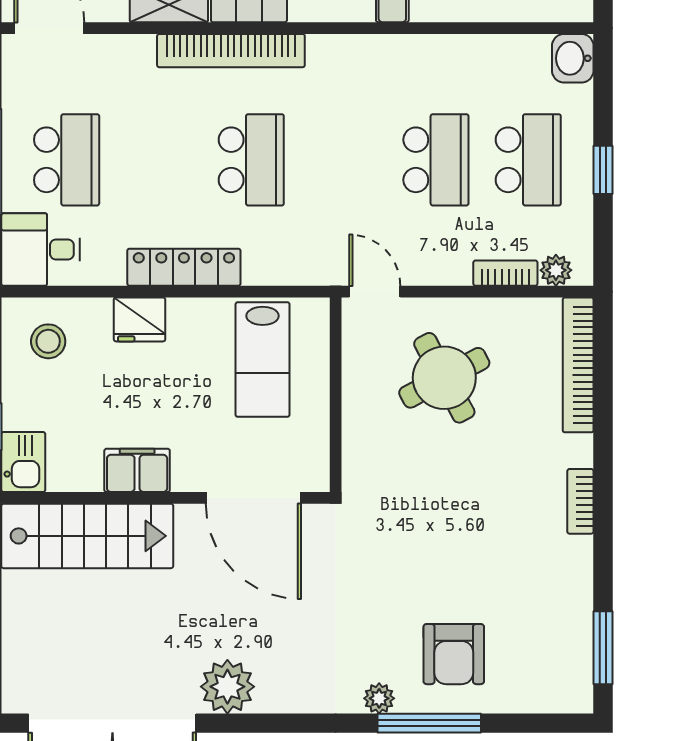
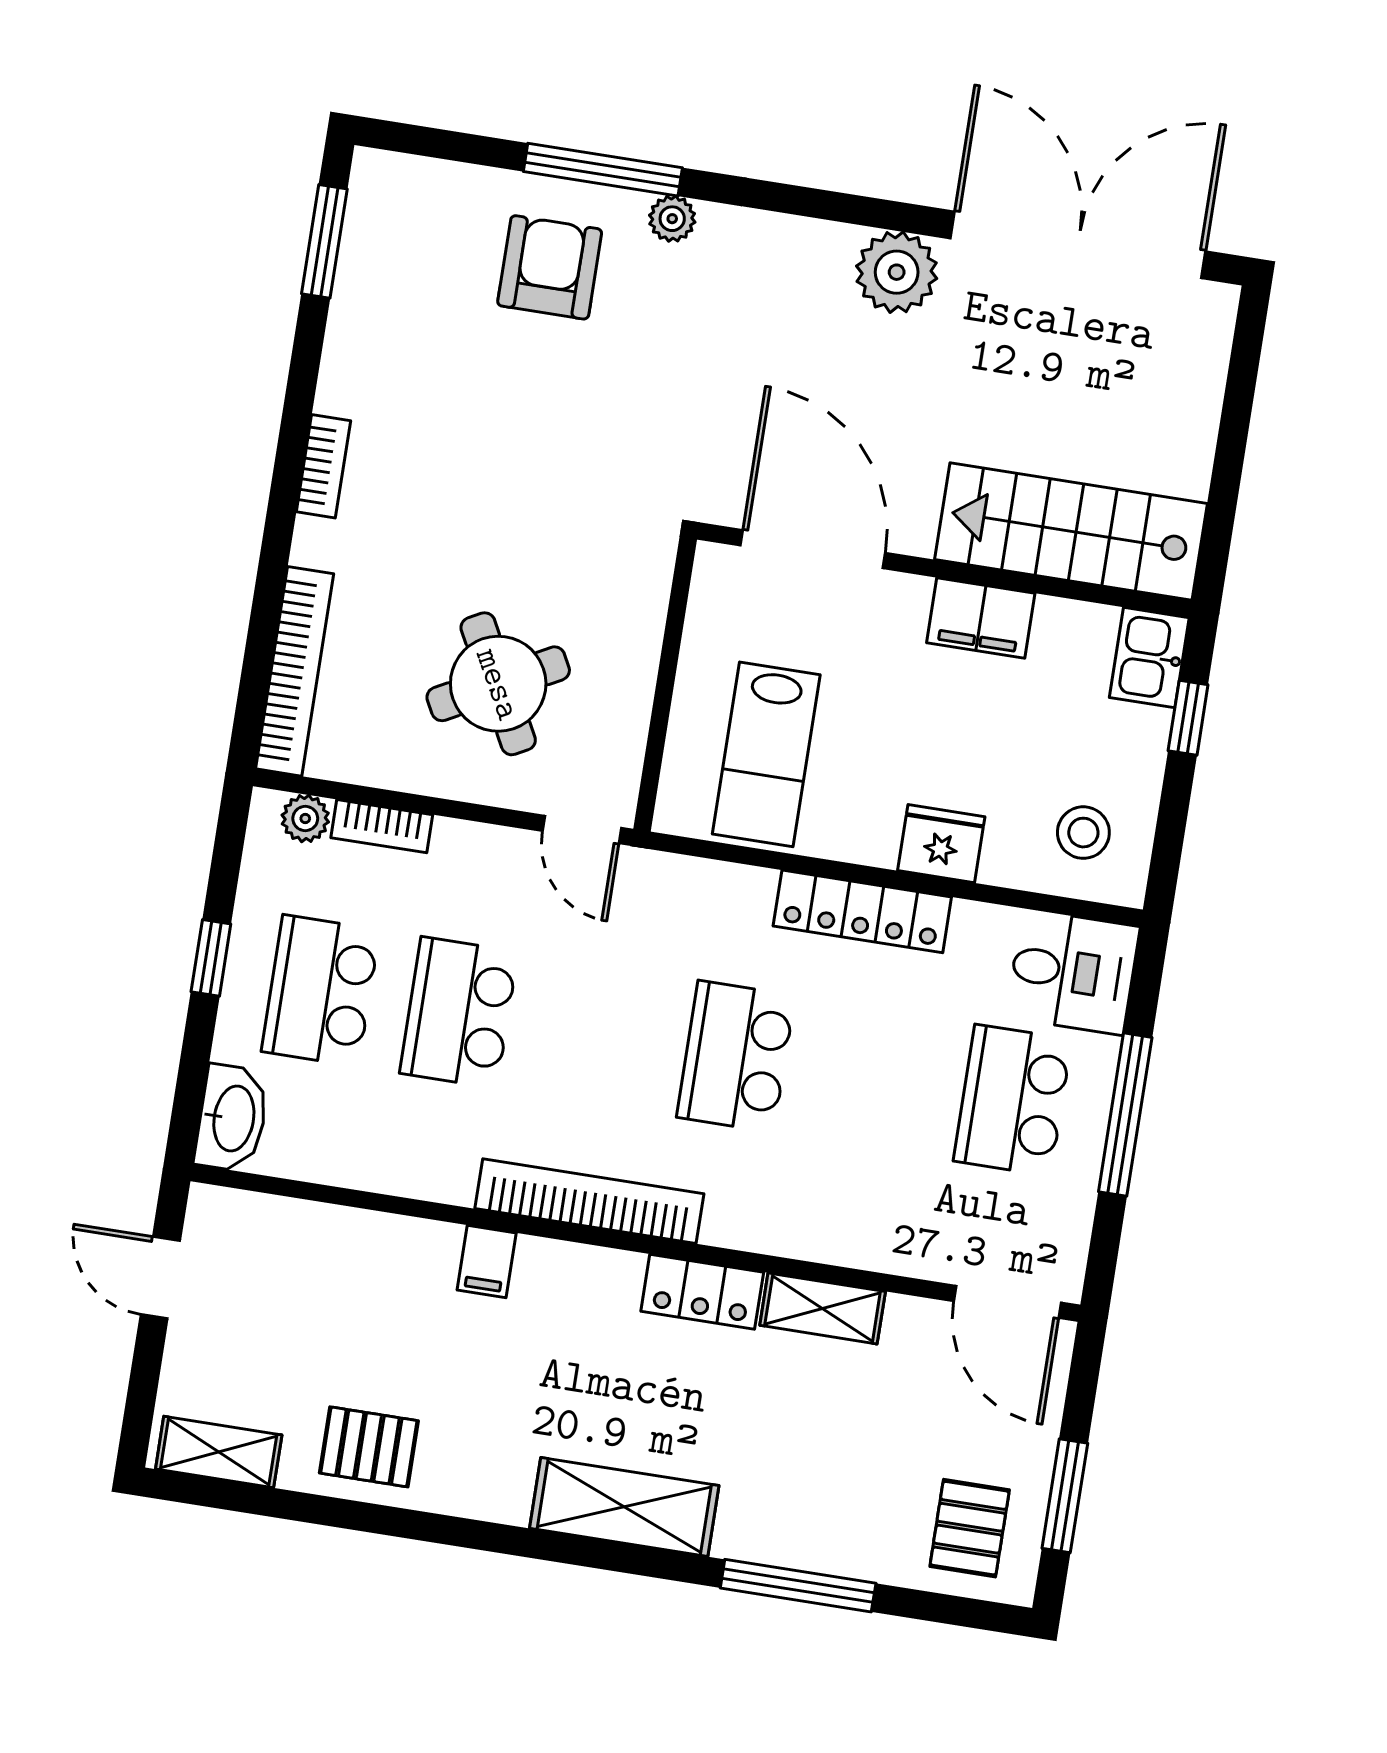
bookcase: (231, 51) -> (589, 1201), moved
washbasin: (573, 58) -> (232, 1118), width x1.38
lab bench: (263, 360) -> (766, 754), turned 180

